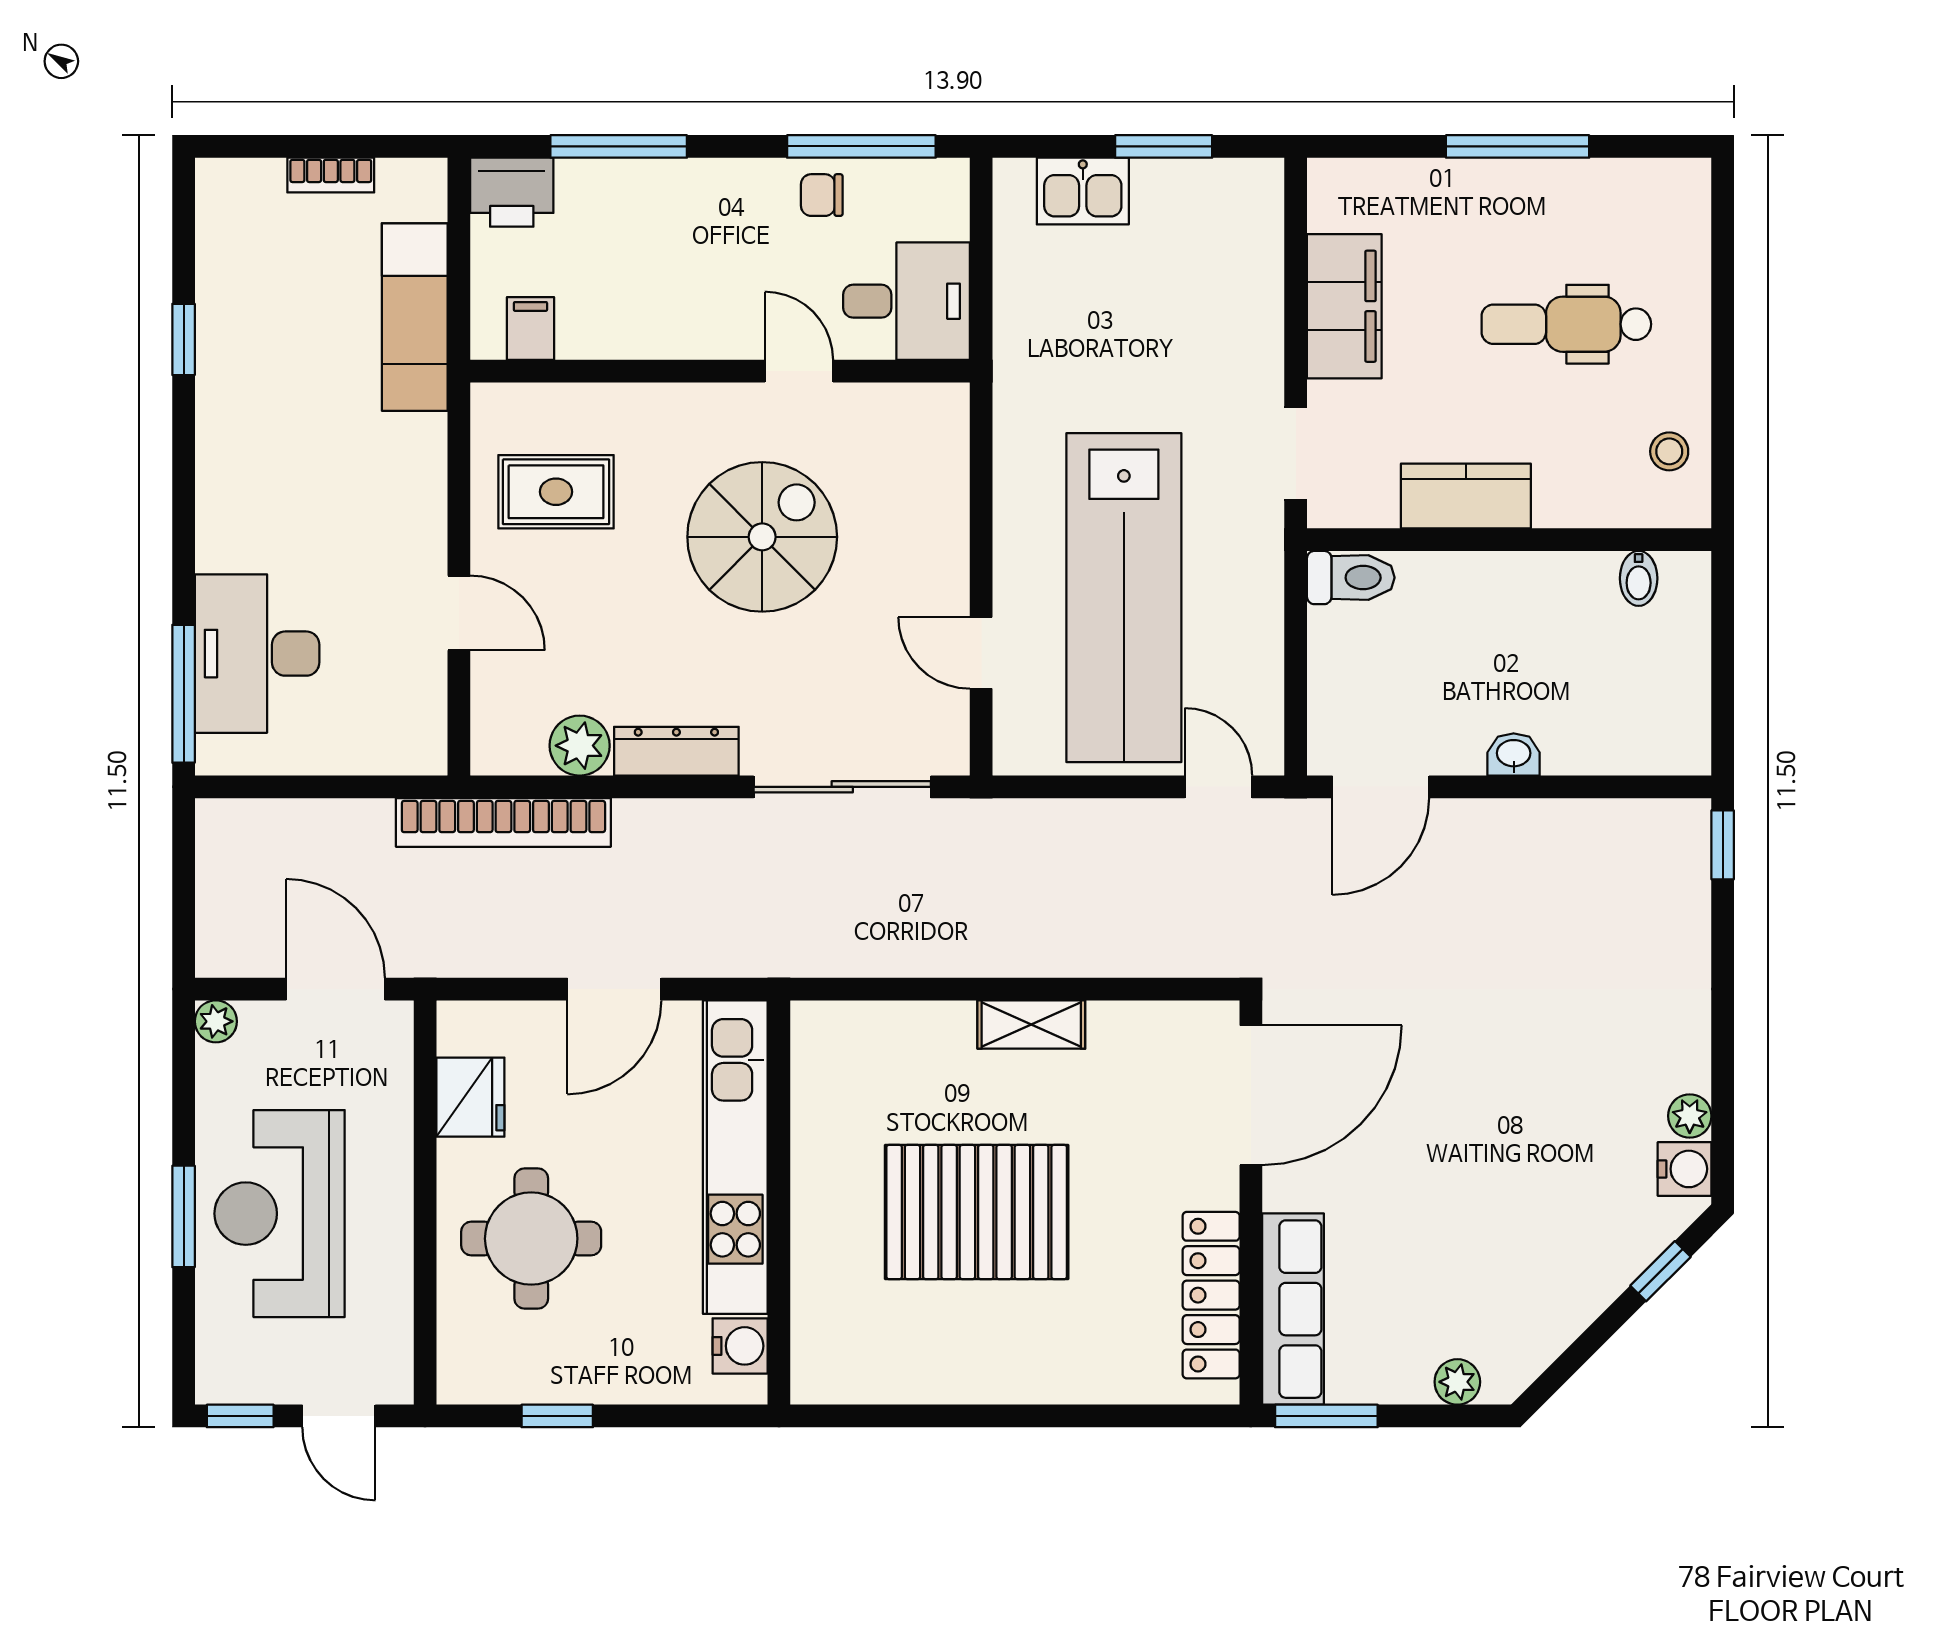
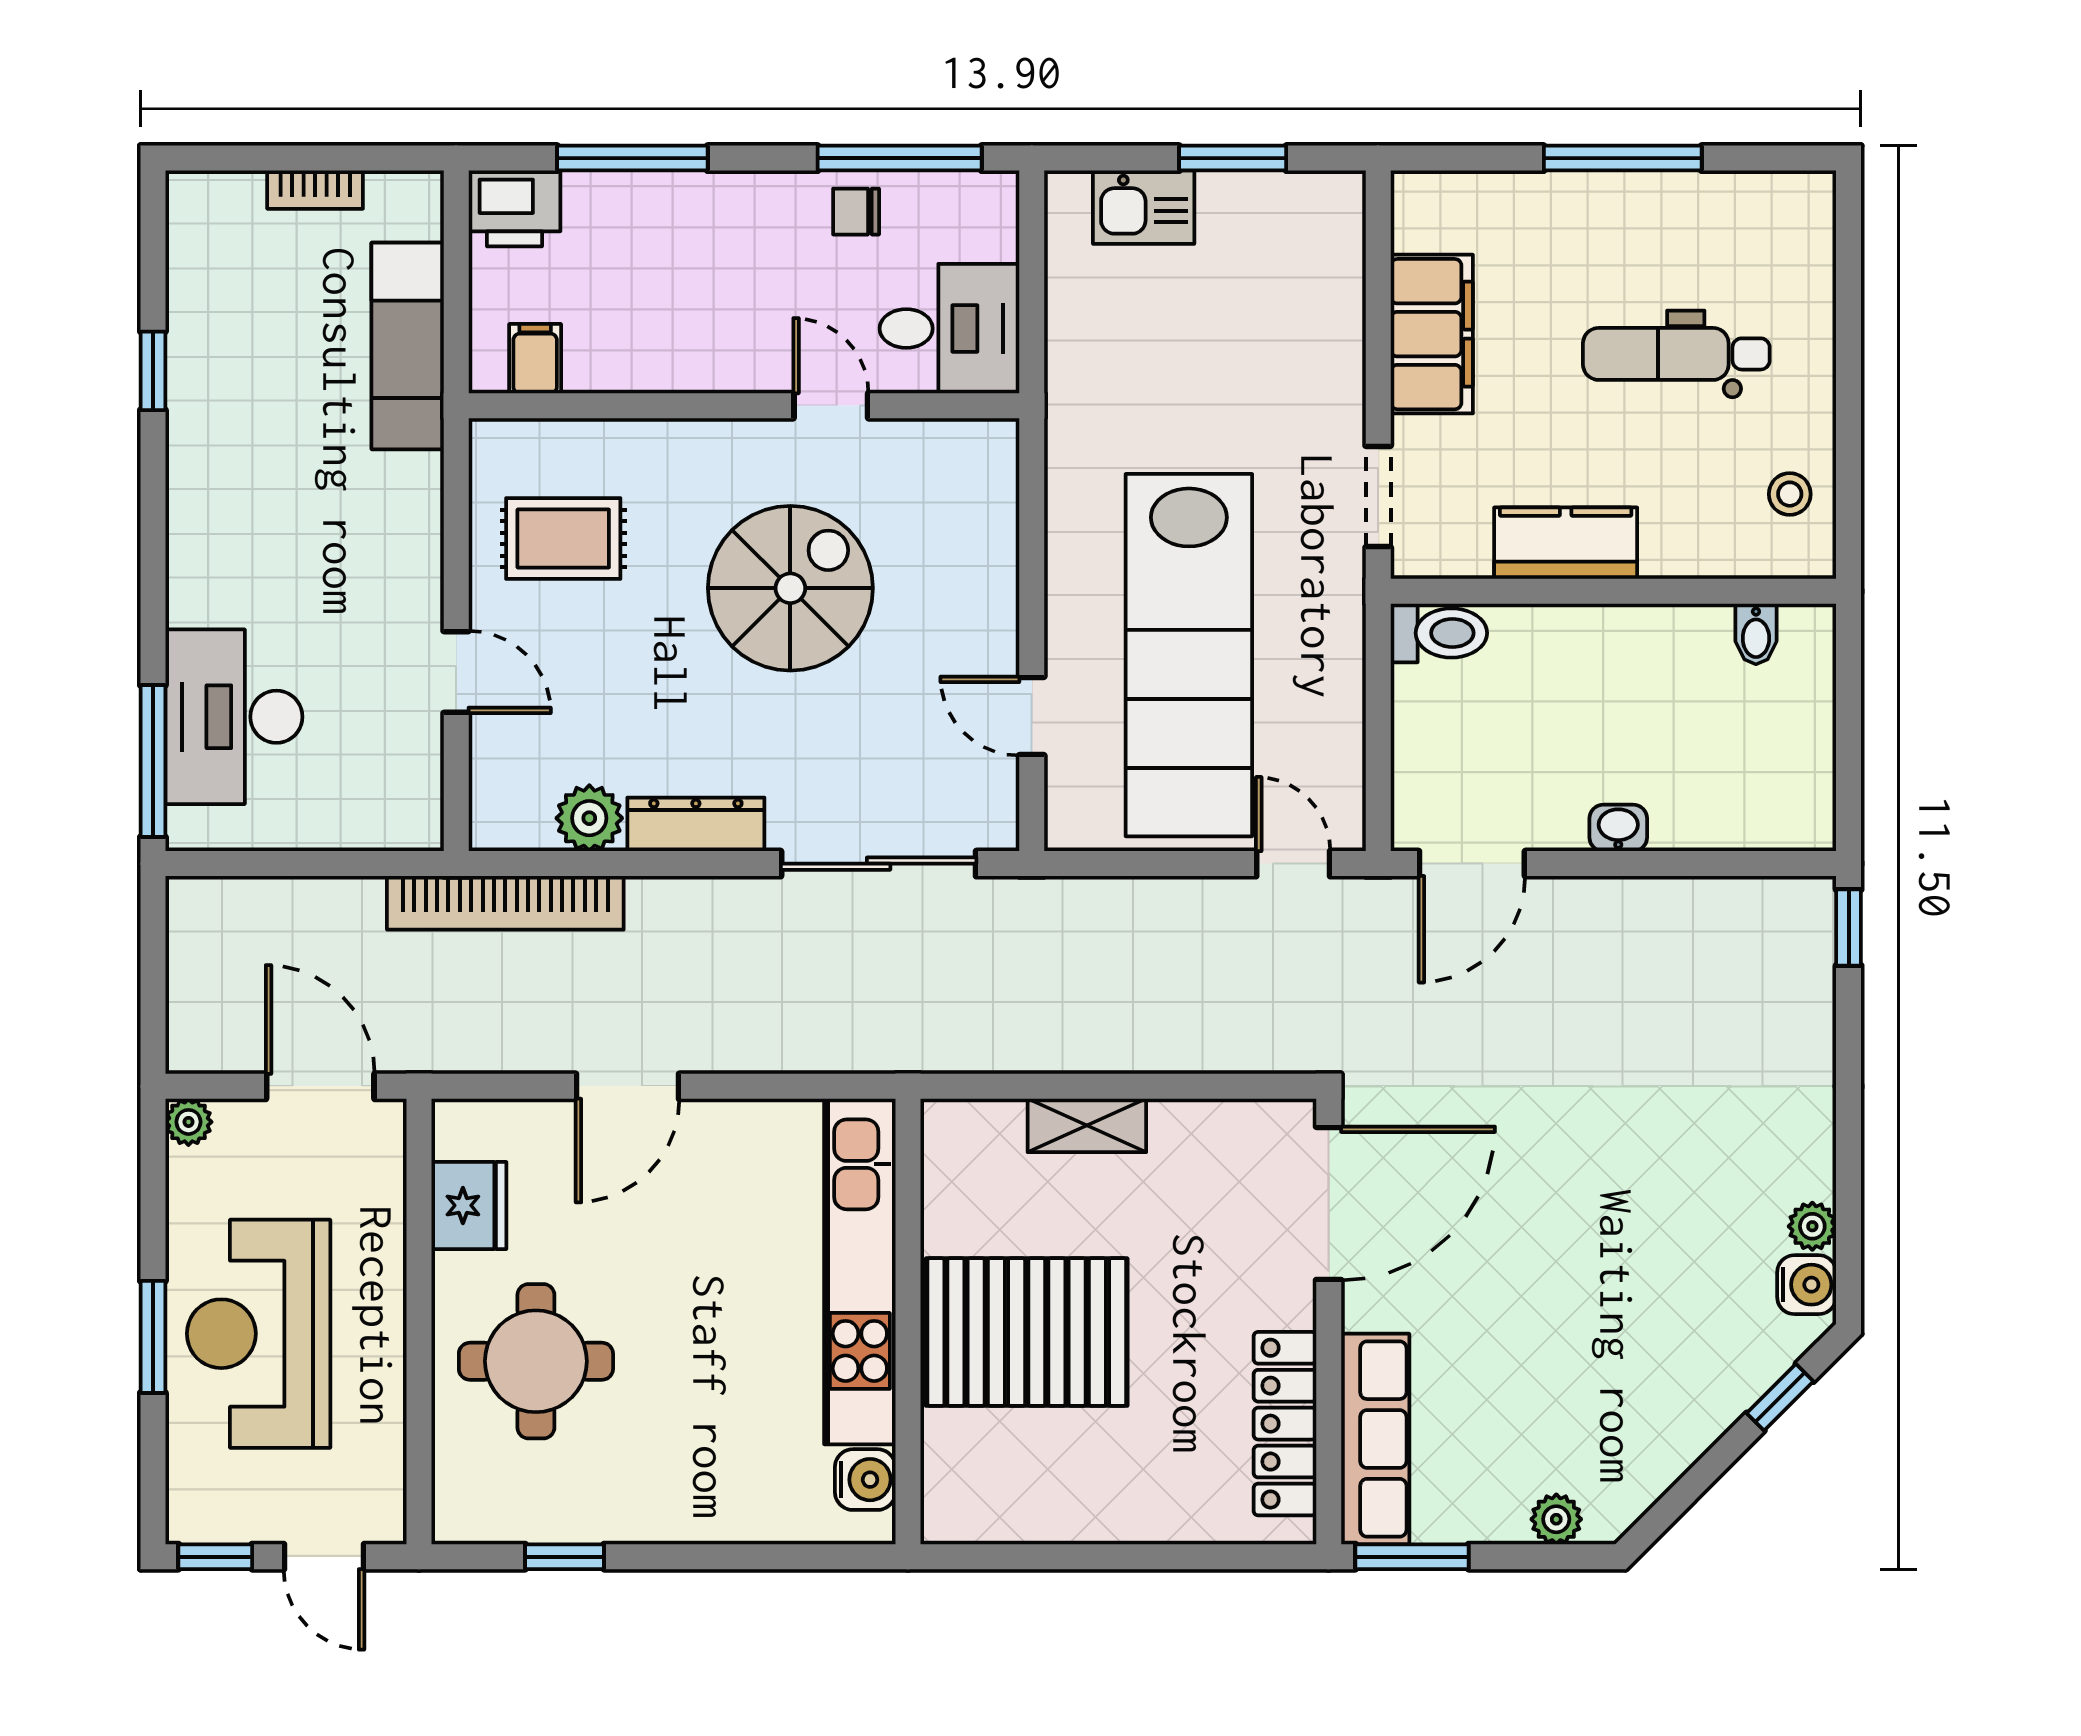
kitchen unit: (735, 1157) -> (860, 1272), moved
wall: (779, 1202) -> (908, 1322), moved
water cooler: (740, 1346) -> (865, 1480), moved

